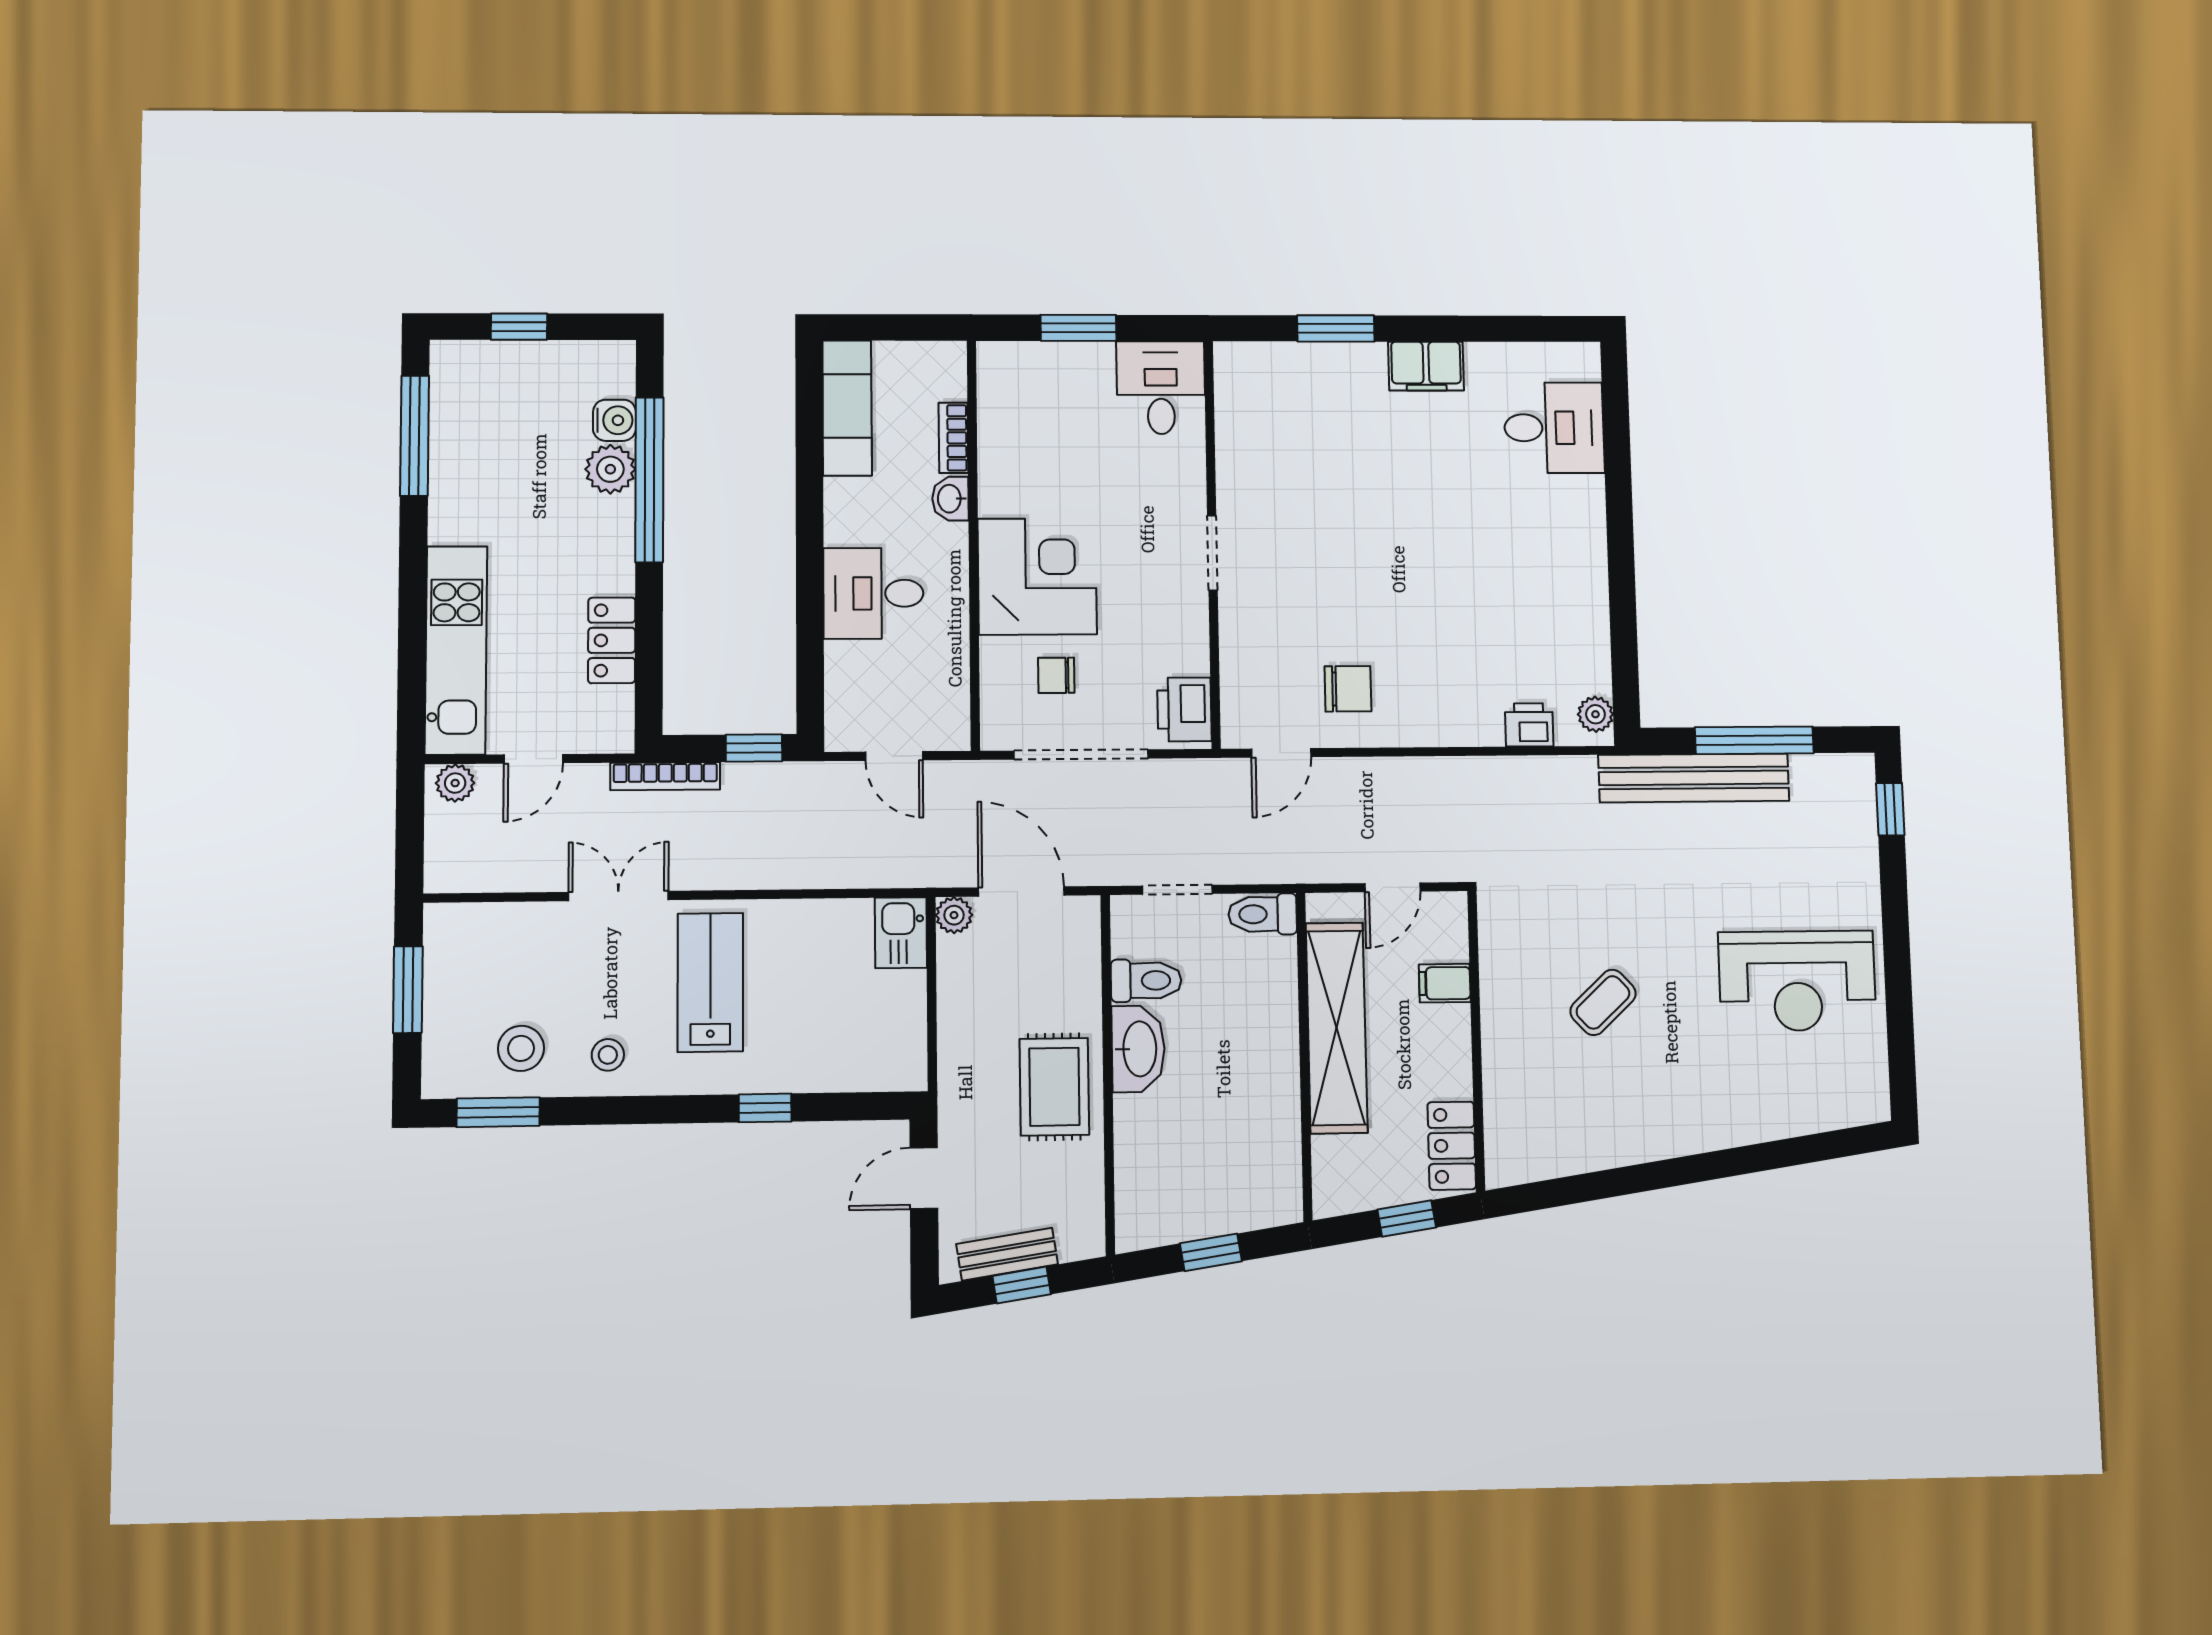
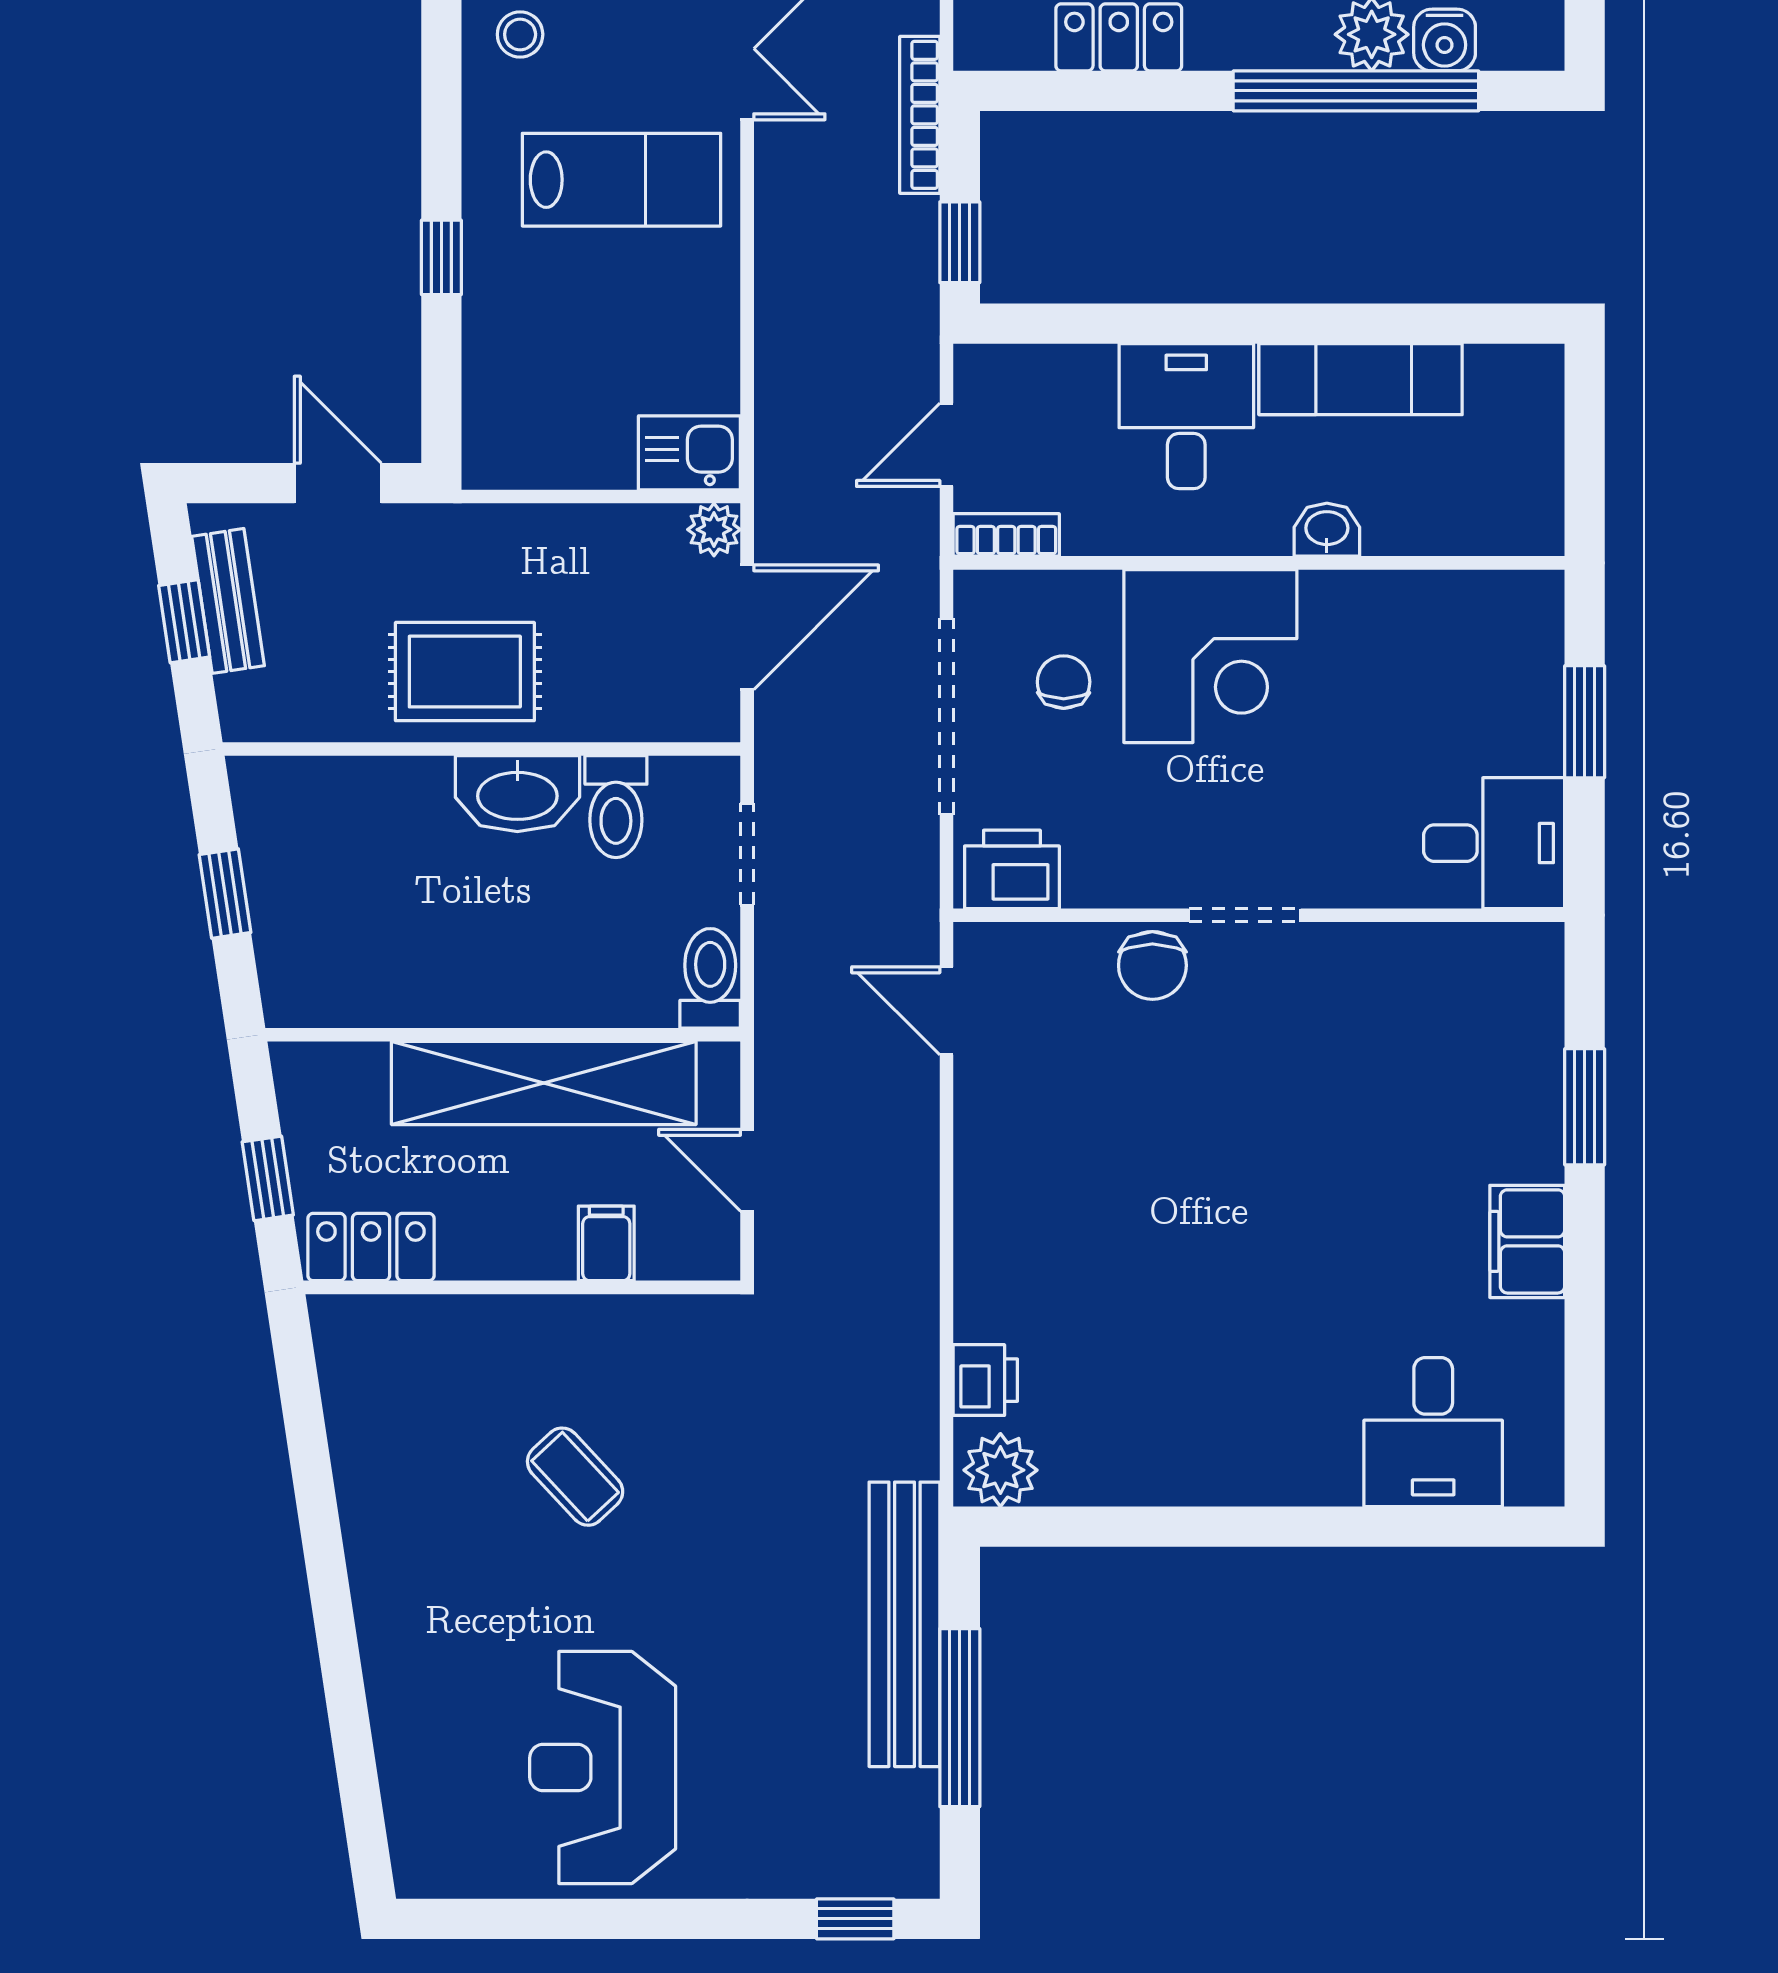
exam couch: (847, 408) -> (1361, 379), moved
bookcase: (953, 438) -> (1006, 535), moved
chair: (1348, 689) -> (1152, 965), moved
plant: (1595, 714) -> (1000, 1470), width x1.38, depth x1.38

